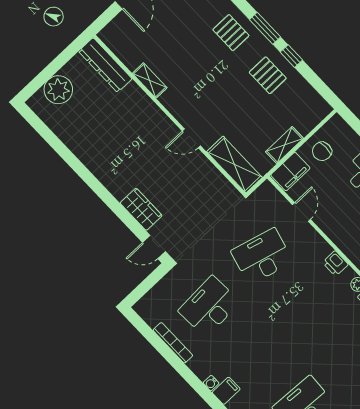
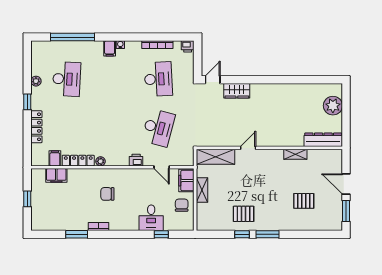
pallet: (231, 33) -> (304, 201), moved
printer: (335, 263) -> (136, 160), moved
printer: (144, 308) -> (188, 46), added

